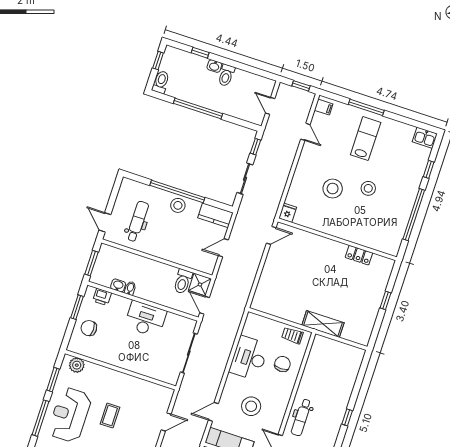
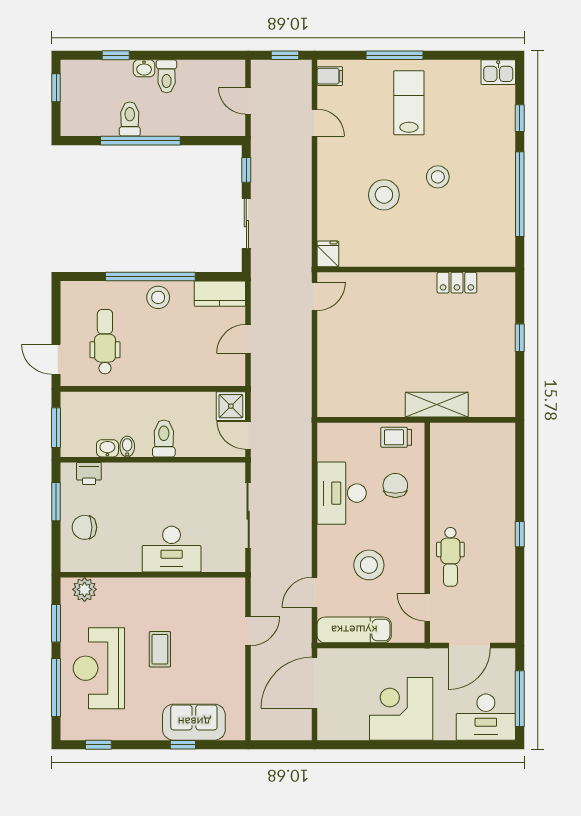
toilet: (161, 82) -> (130, 119), moved
toilet: (183, 281) -> (164, 438), moved, turned 180
desk: (145, 319) -> (172, 549), moved, turned 180

